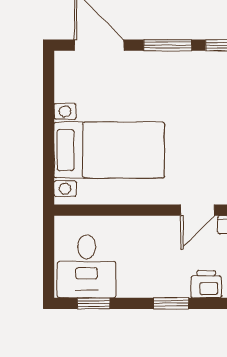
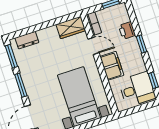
filing cabinet: (148, 233) -> (112, 66), added

